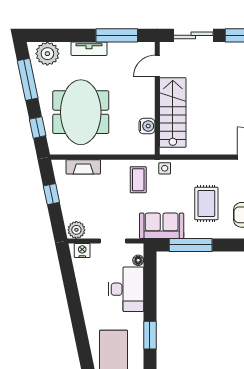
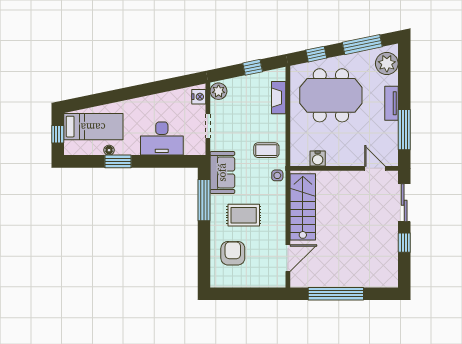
stairs: (173, 112) -> (303, 207), moved, turned -90
floor lamp: (138, 260) -> (109, 150), moved

